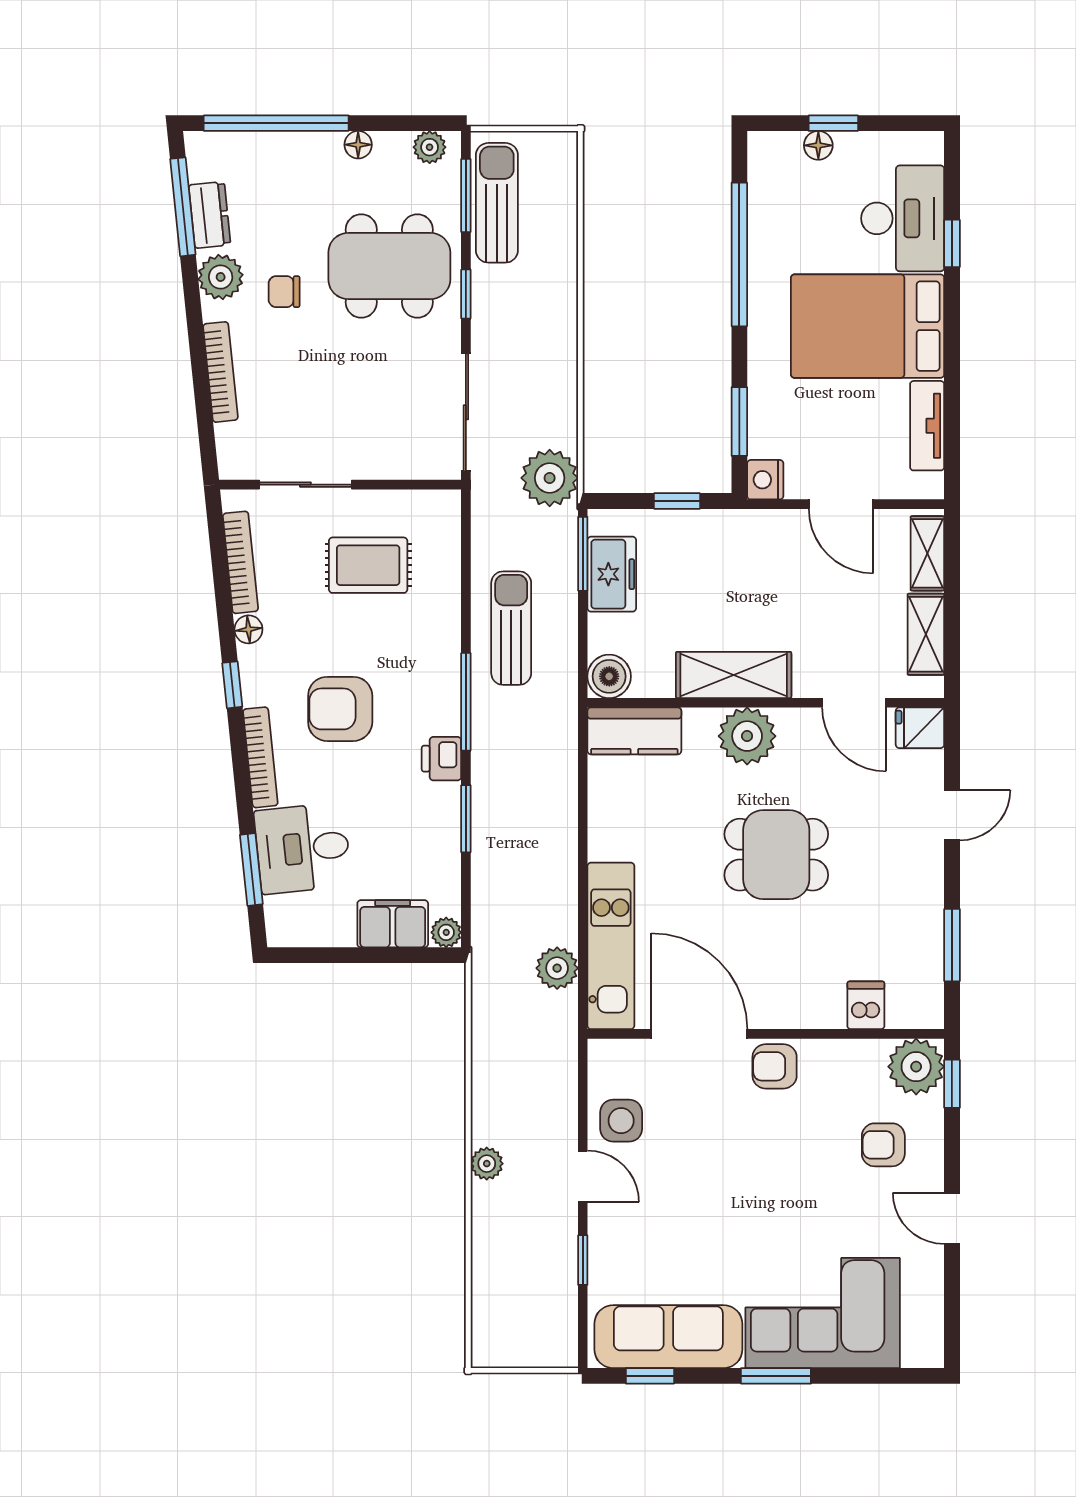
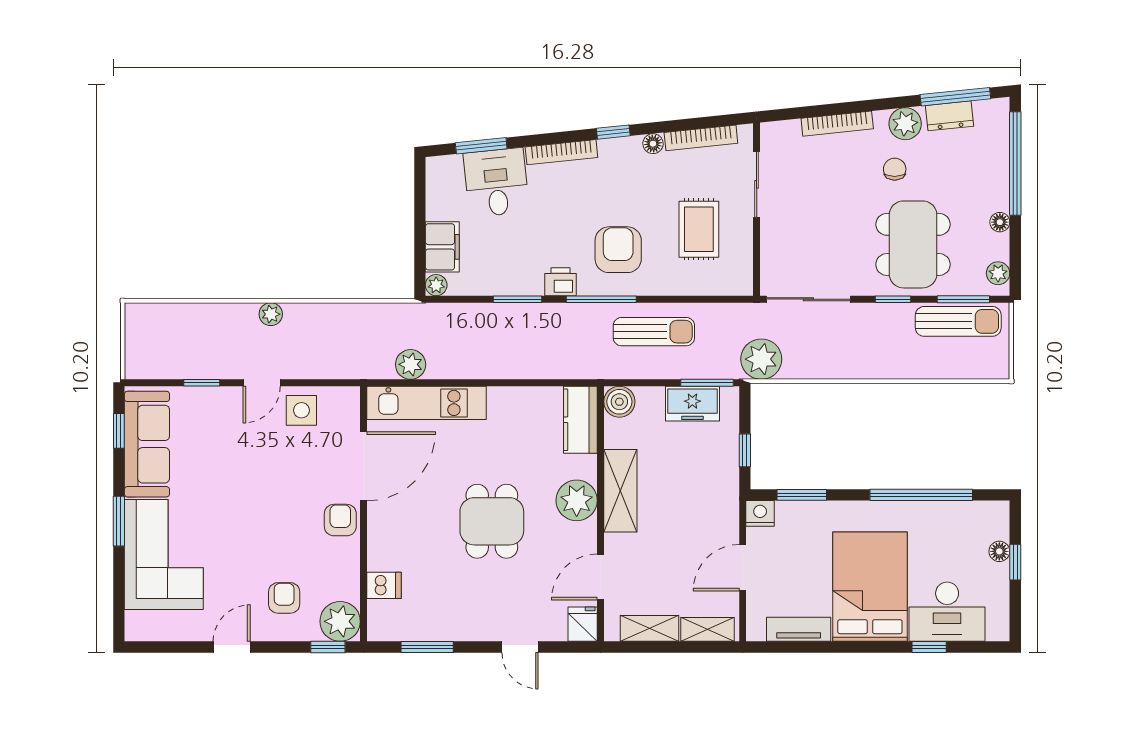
armchair: (340, 709) -> (618, 250), moved

